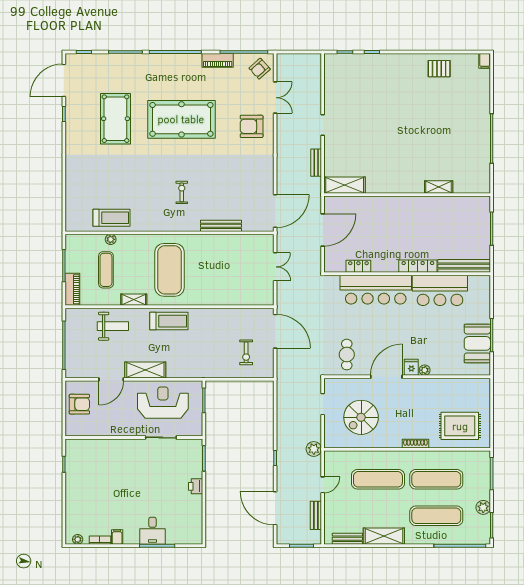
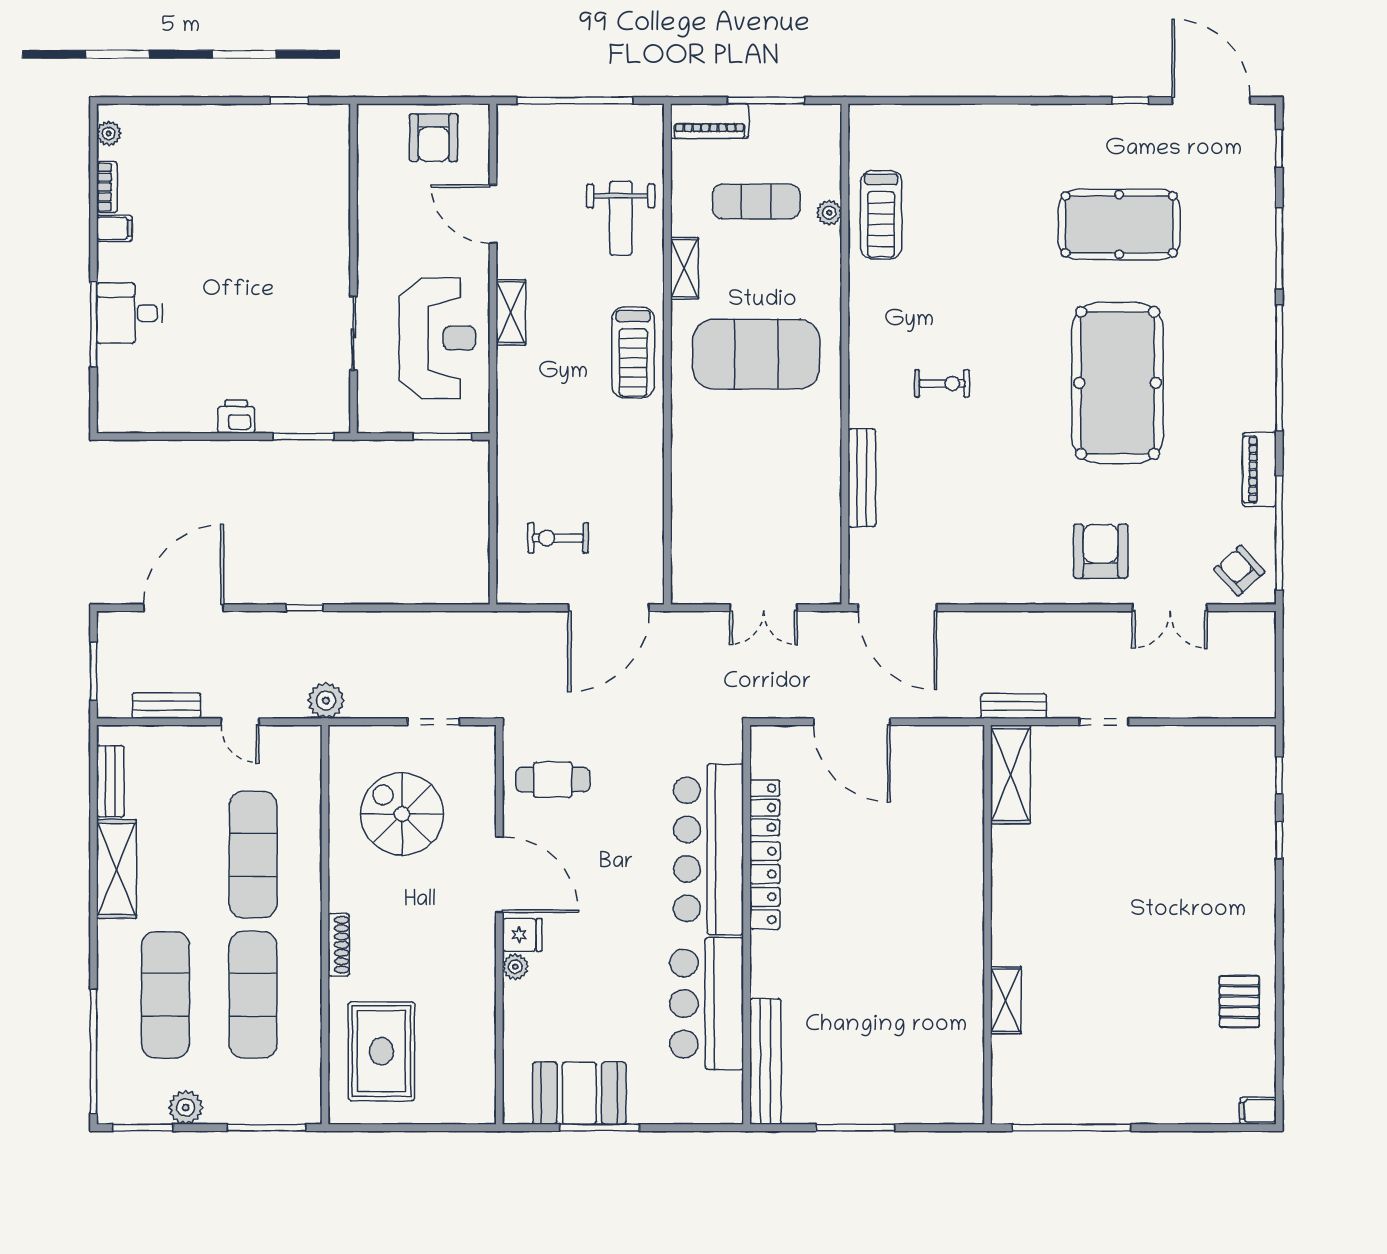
shelving: (345, 185) -> (1010, 774), moved
shelving: (439, 187) -> (1006, 1000), moved
wall: (407, 195) -> (988, 925), moved
locker: (418, 266) -> (765, 885), moved
shelving: (145, 370) -> (511, 312), width x0.67, depth x0.75

